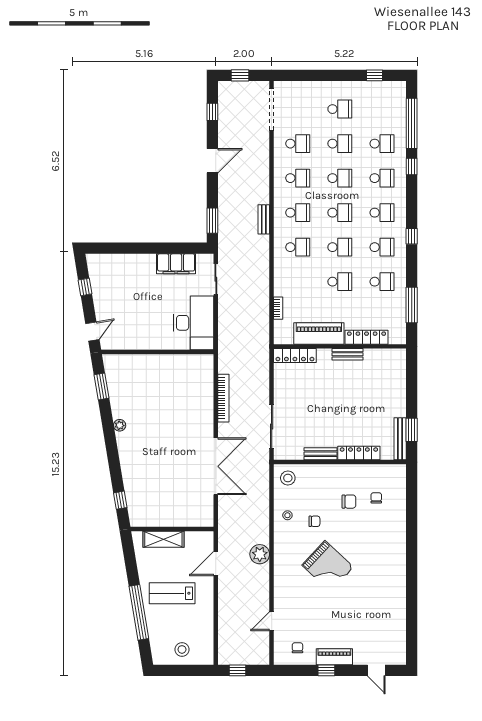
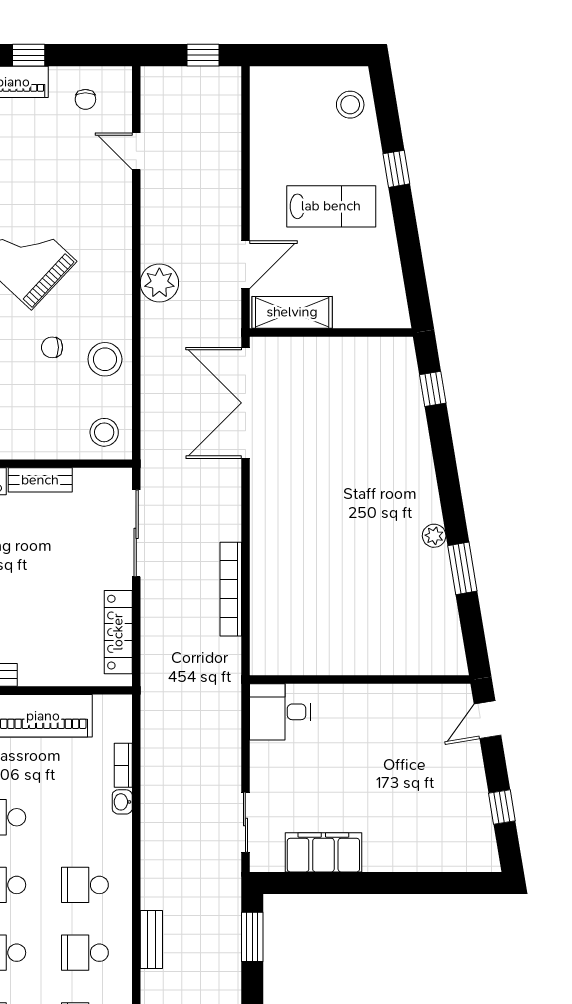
washbasin: (279, 290) -> (122, 802), added
desk: (193, 323) -> (280, 712), width x0.53, depth x0.77
locker: (295, 356) -> (118, 632), moved, turned -90
window: (102, 386) -> (462, 568), moved
double door: (216, 466) -> (245, 403), moved
stool: (287, 515) -> (105, 359), width x1.89, depth x1.89
shelving: (163, 539) -> (292, 312), moved
window: (139, 612) -> (396, 169), width x0.32
door: (272, 621) -> (136, 151), swing flipped
stool: (182, 649) -> (350, 105), moved

